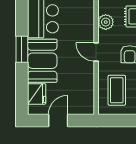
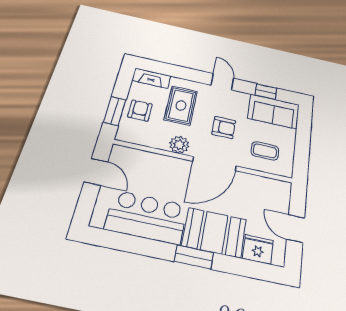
door: (96, 52) -> (214, 164), width x1.87
coffee table: (117, 90) -> (265, 151), width x0.73, depth x0.77

